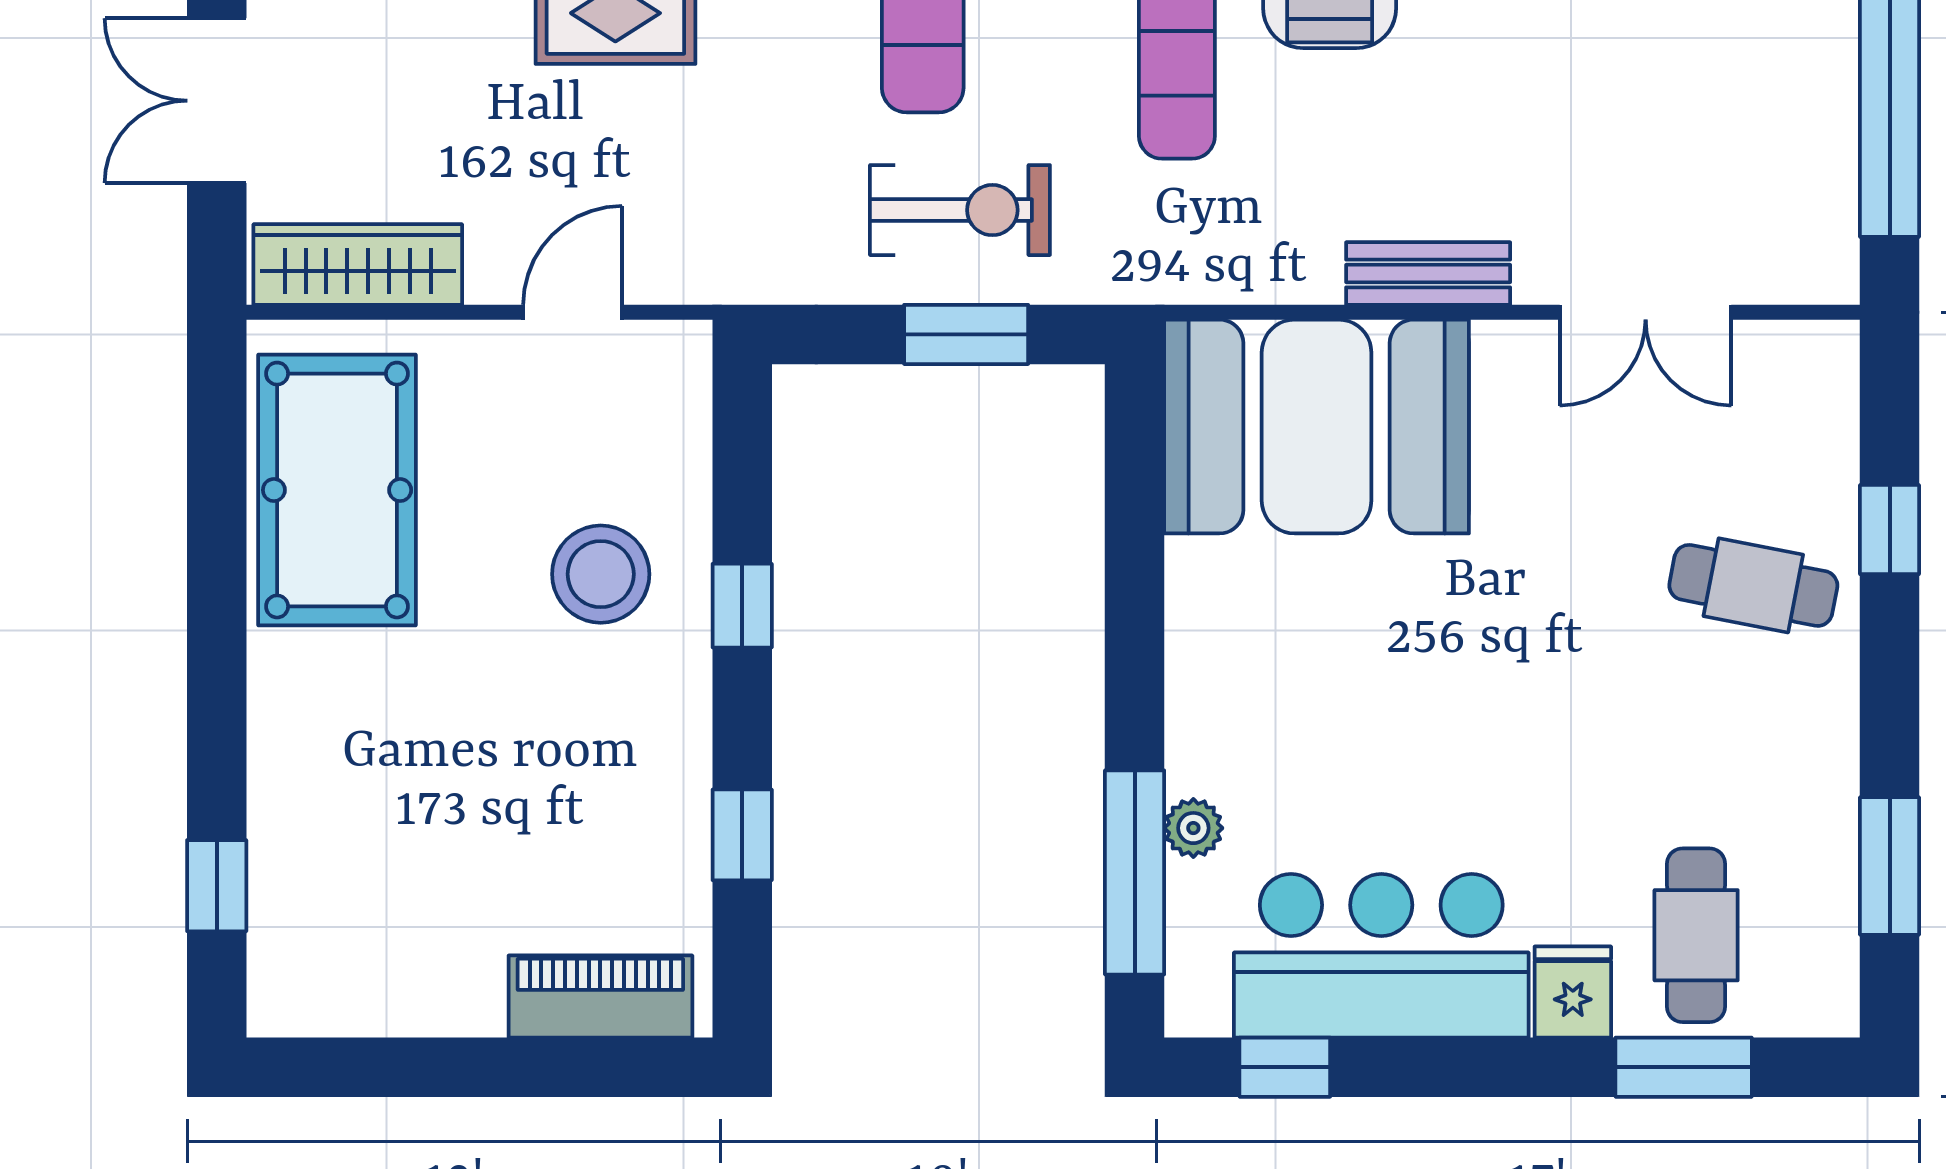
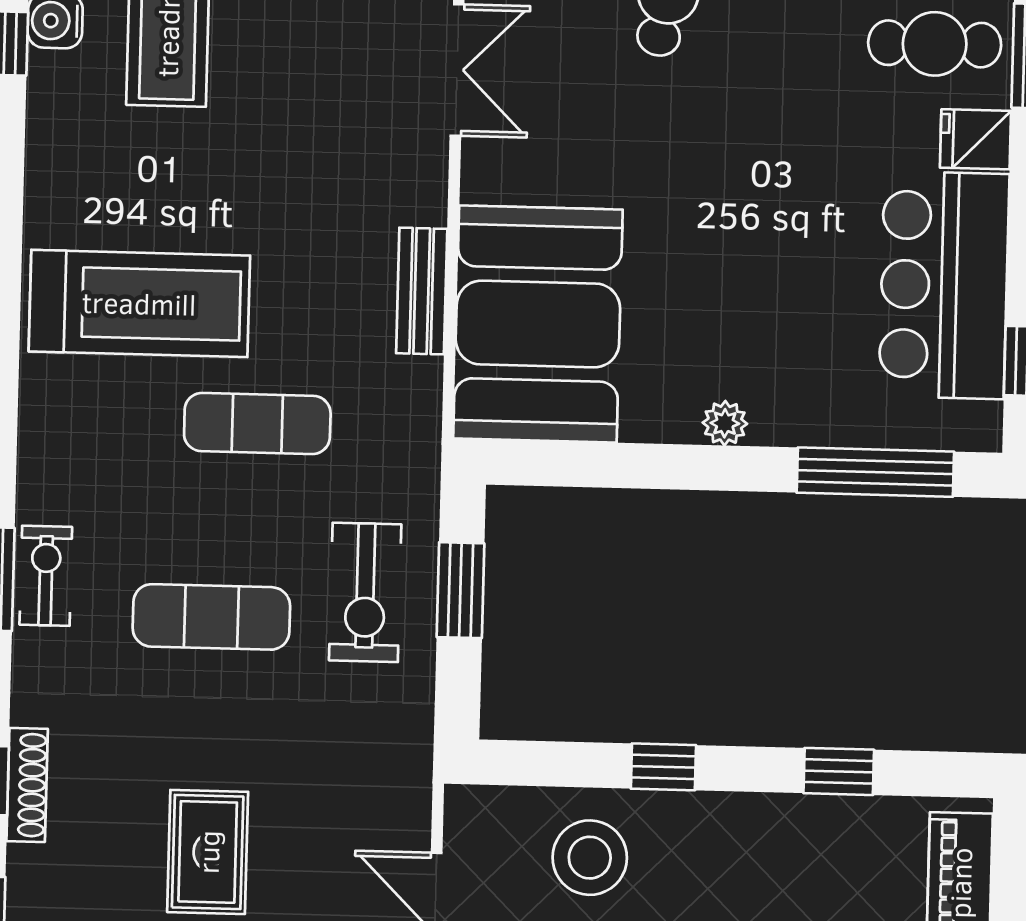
exercise bike: (960, 210) -> (365, 592), turned 180
bench: (1428, 273) -> (422, 291), moved
stool: (601, 574) -> (590, 858), moved
plant: (1193, 828) -> (725, 423), moved

